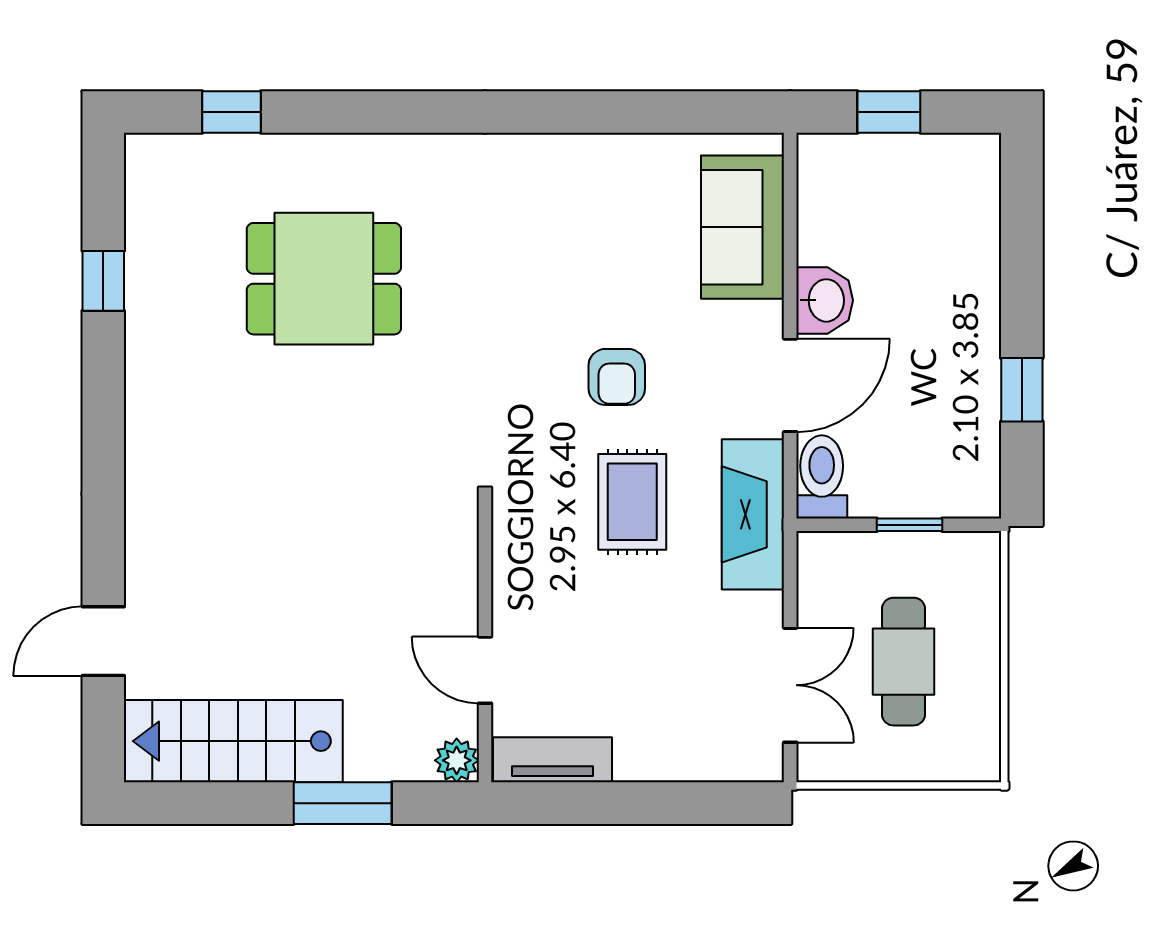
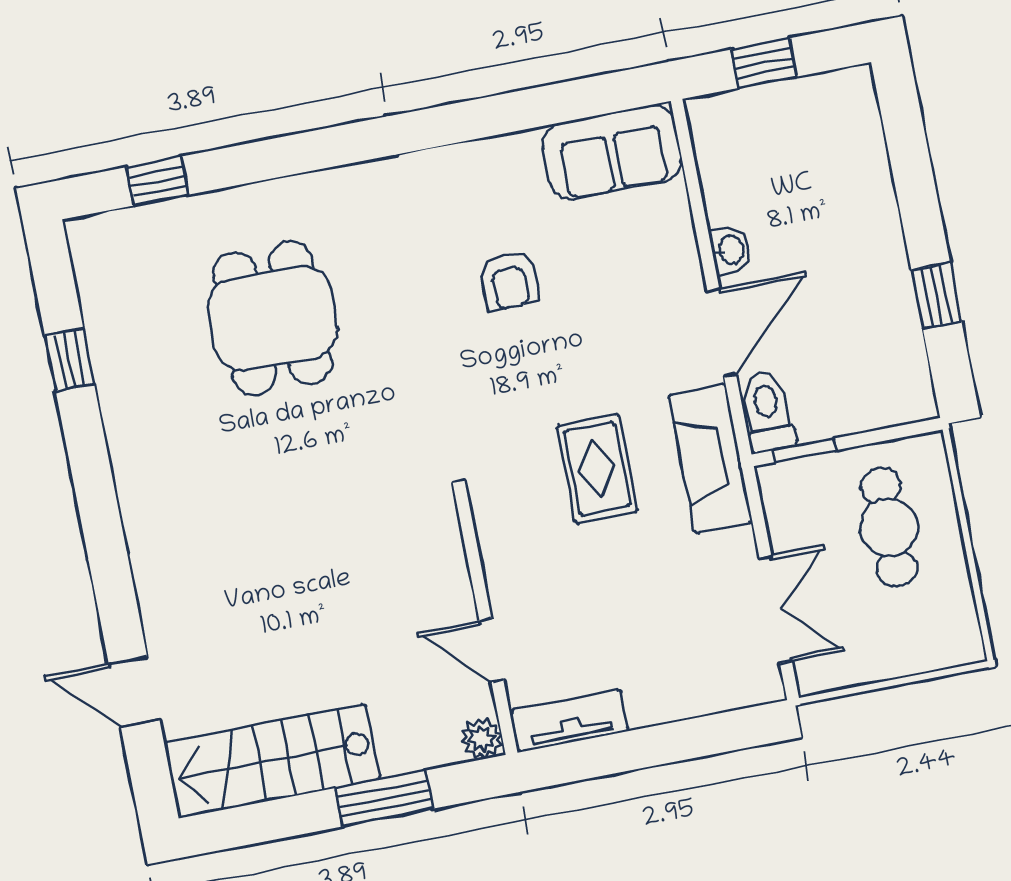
sofa: (742, 227) -> (612, 152), moved, turned -90
dining table: (324, 279) -> (273, 318), turned 90
washbasin: (825, 300) -> (730, 250), width x0.72, depth x0.69
armchair: (617, 377) -> (509, 281), moved
window: (909, 525) -> (805, 450), moved
door: (103, 641) -> (134, 692), hinge flipped
cafe table: (904, 662) -> (889, 527), moved

